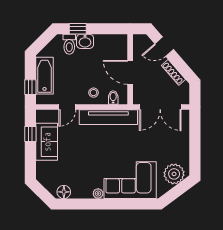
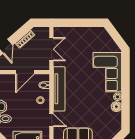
double door: (160, 107) -> (51, 49), width x0.73
plant: (174, 174) -> (103, 39), removed
floor lamp: (64, 192) -> (116, 107), moved

